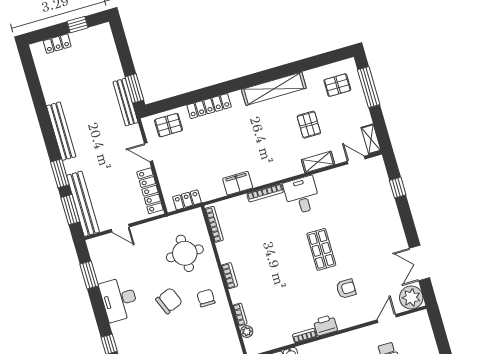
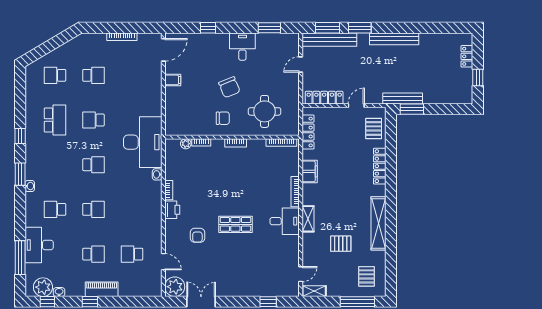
shelving: (318, 162) -> (308, 219), moved
locker: (187, 200) -> (308, 132), width x1.53
desk: (119, 299) -> (242, 47), width x0.73

